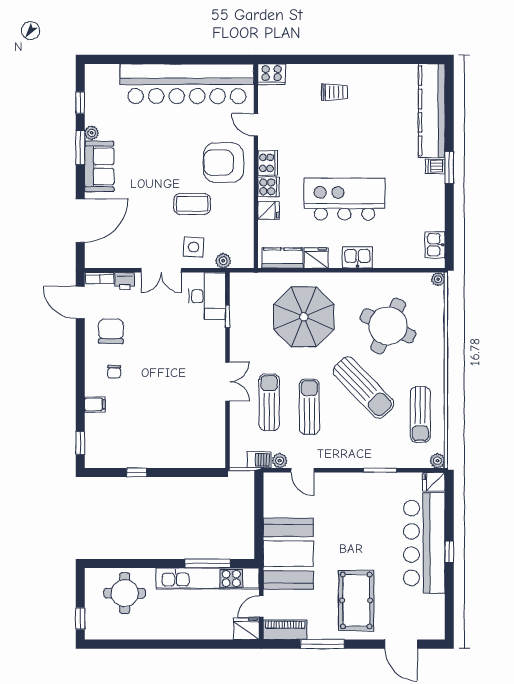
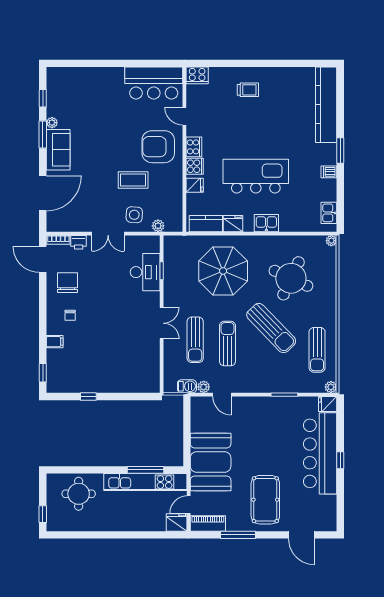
bar counter: (187, 84) -> (154, 83), width x0.54
dishwasher: (435, 166) -> (329, 172), moved
desk: (207, 296) -> (145, 272), moved
sun lounger: (269, 402) -> (195, 340), turned 180

